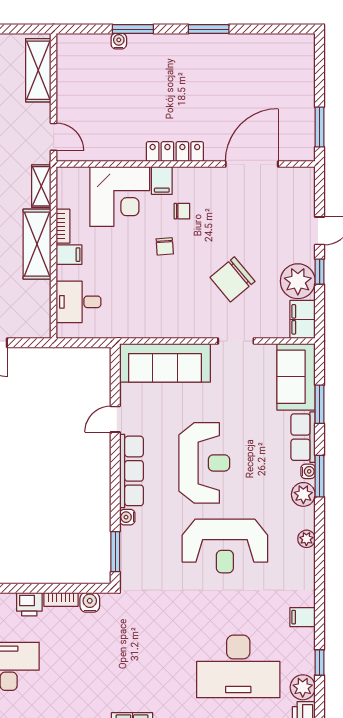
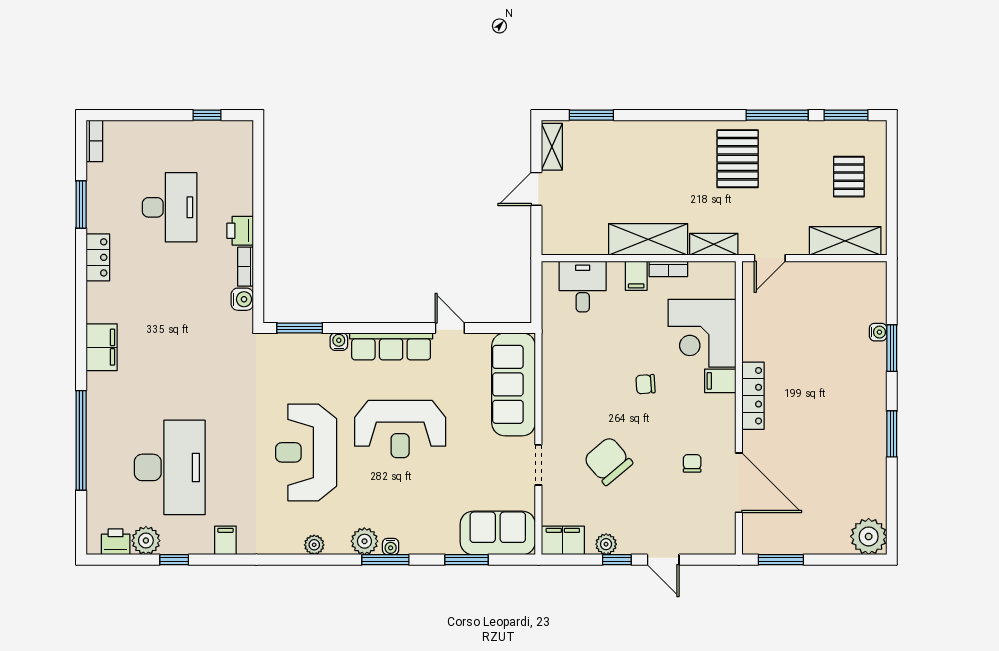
plant: (299, 49) -> (869, 536), added
chair: (182, 211) -> (692, 463), moved, turned 180
plant: (298, 281) -> (606, 544), width x0.53, depth x0.53
row of seats: (303, 437) -> (429, 541), removed
desk: (238, 666) -> (170, 467), turned 180

